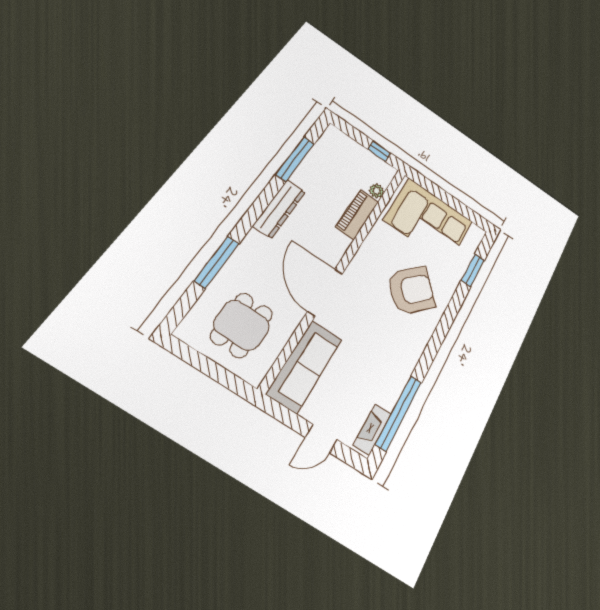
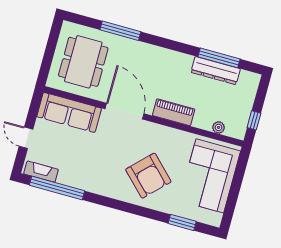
dresser: (279, 209) -> (216, 71), moved
piano: (357, 214) -> (174, 112), moved
door: (325, 292) -> (125, 111), hinge flipped
dining table: (242, 325) -> (83, 62), width x1.38

